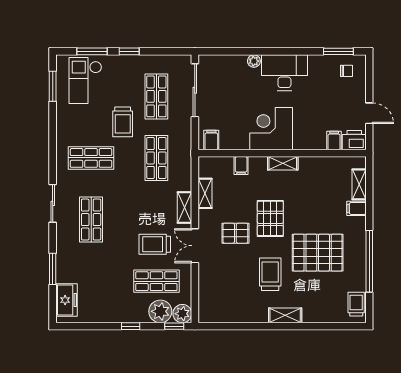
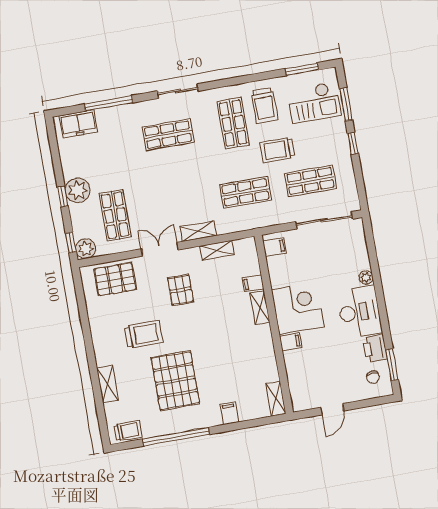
checkout: (85, 81) -> (314, 103), turned 180
printer: (354, 140) -> (375, 348), moved, turned 180
filing cabinet: (334, 141) -> (291, 342), moved
shelving: (283, 163) -> (260, 308), moved
shelving: (359, 184) -> (276, 399), moved, turned 90
pallet: (270, 218) -> (115, 279), moved
trolley: (155, 244) -> (264, 105), moved, turned 180
window: (53, 269) -> (109, 103), width x1.44
plant: (160, 311) -> (78, 190), moved
shelving: (285, 315) -> (107, 384), moved

